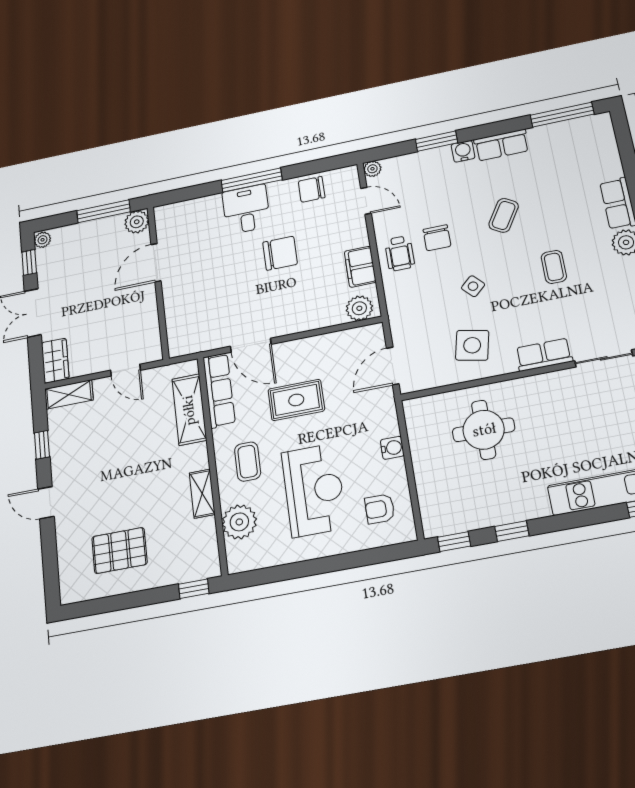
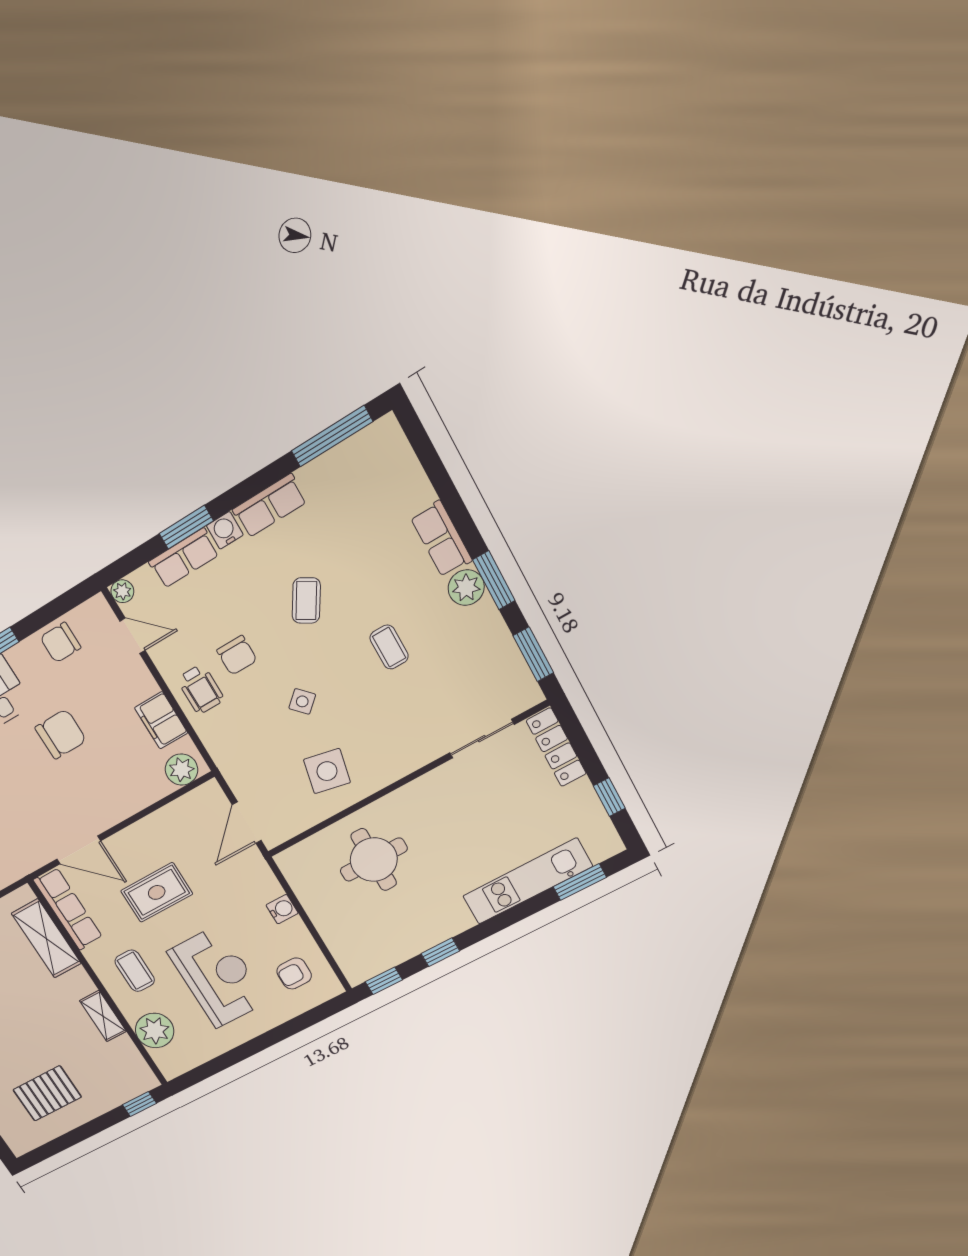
row of seats: (544, 355) -> (184, 558), moved, turned 180

